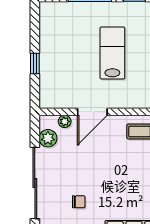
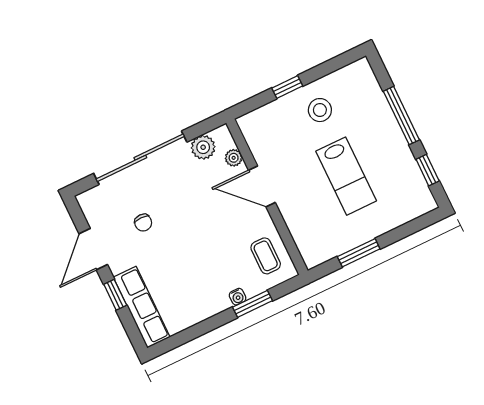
stool: (60, 49) -> (320, 110), added
lab bench: (112, 53) -> (346, 176), turned 90

